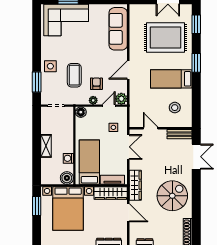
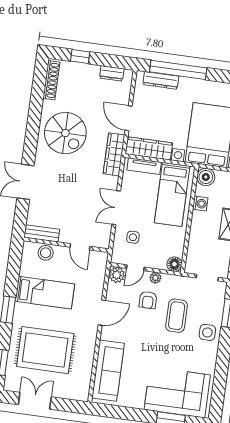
door: (151, 128) -> (80, 247), moved
wall: (161, 128) -> (66, 245), moved
bench: (179, 134) -> (42, 233), moved
spiral stairs: (172, 196) -> (65, 133), turned -90

